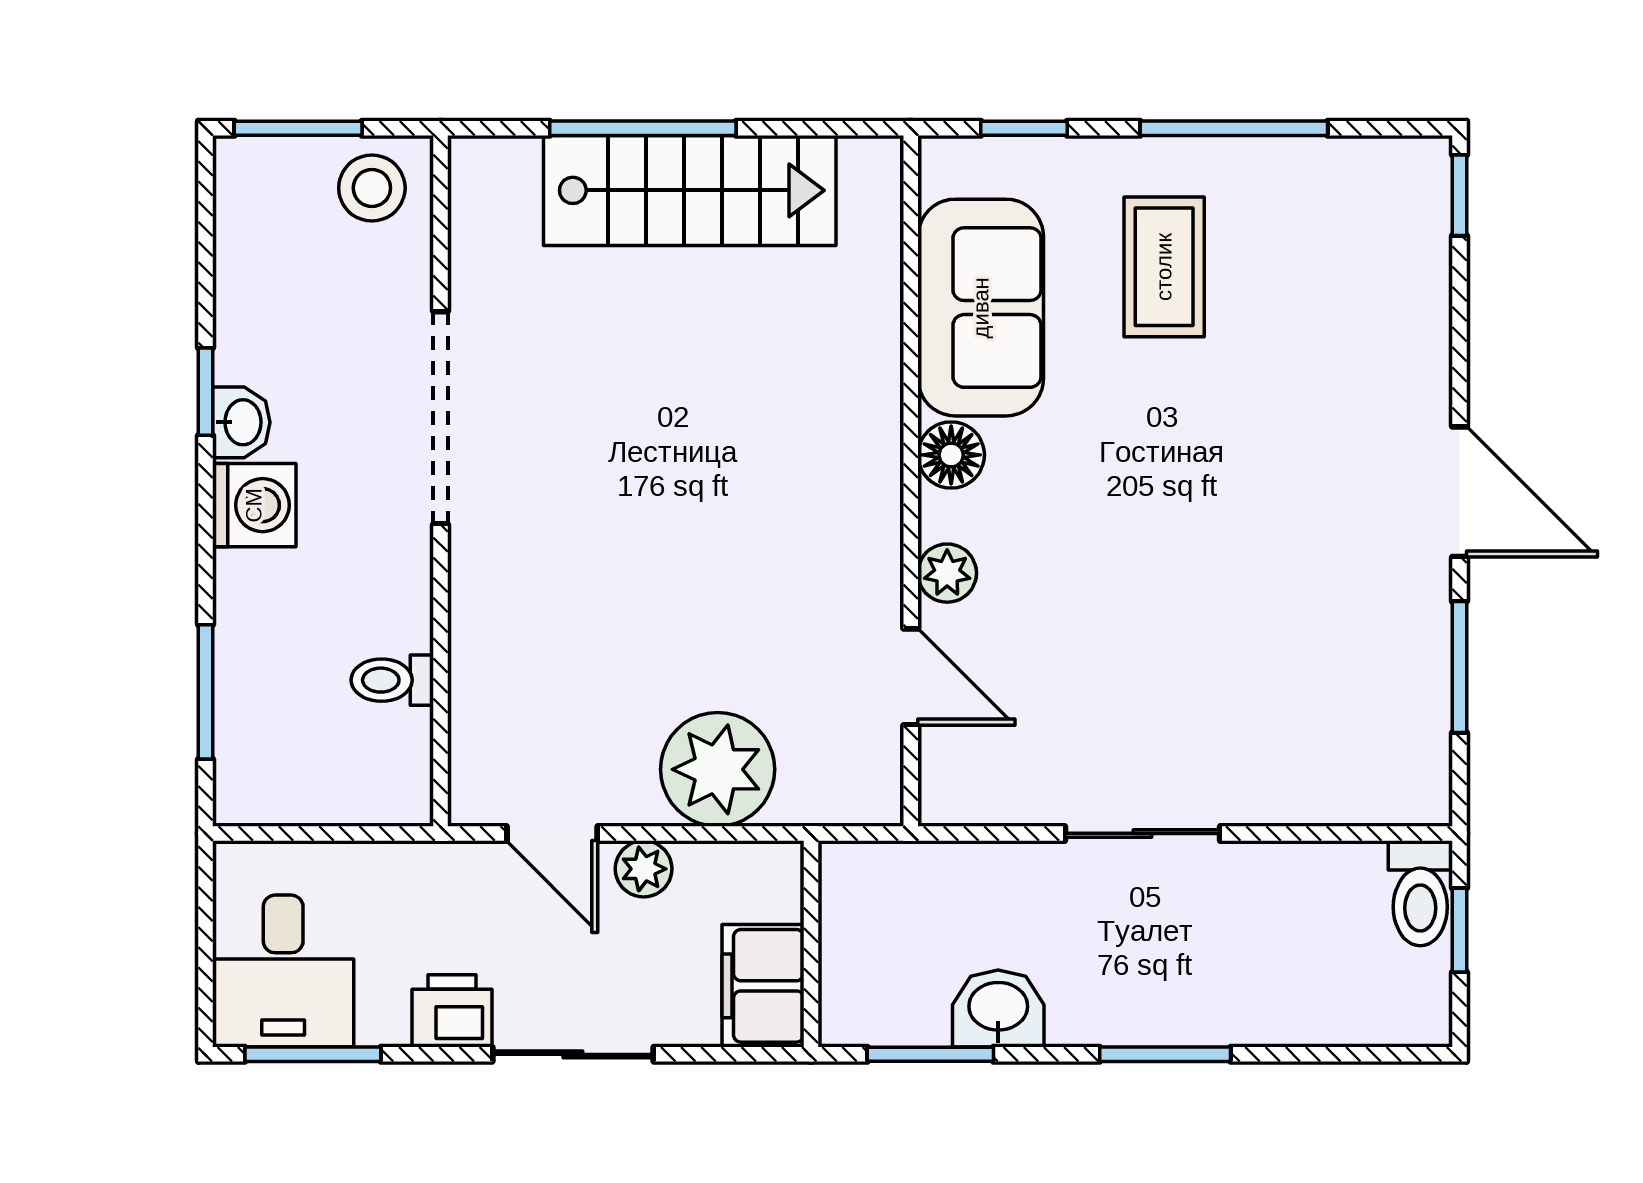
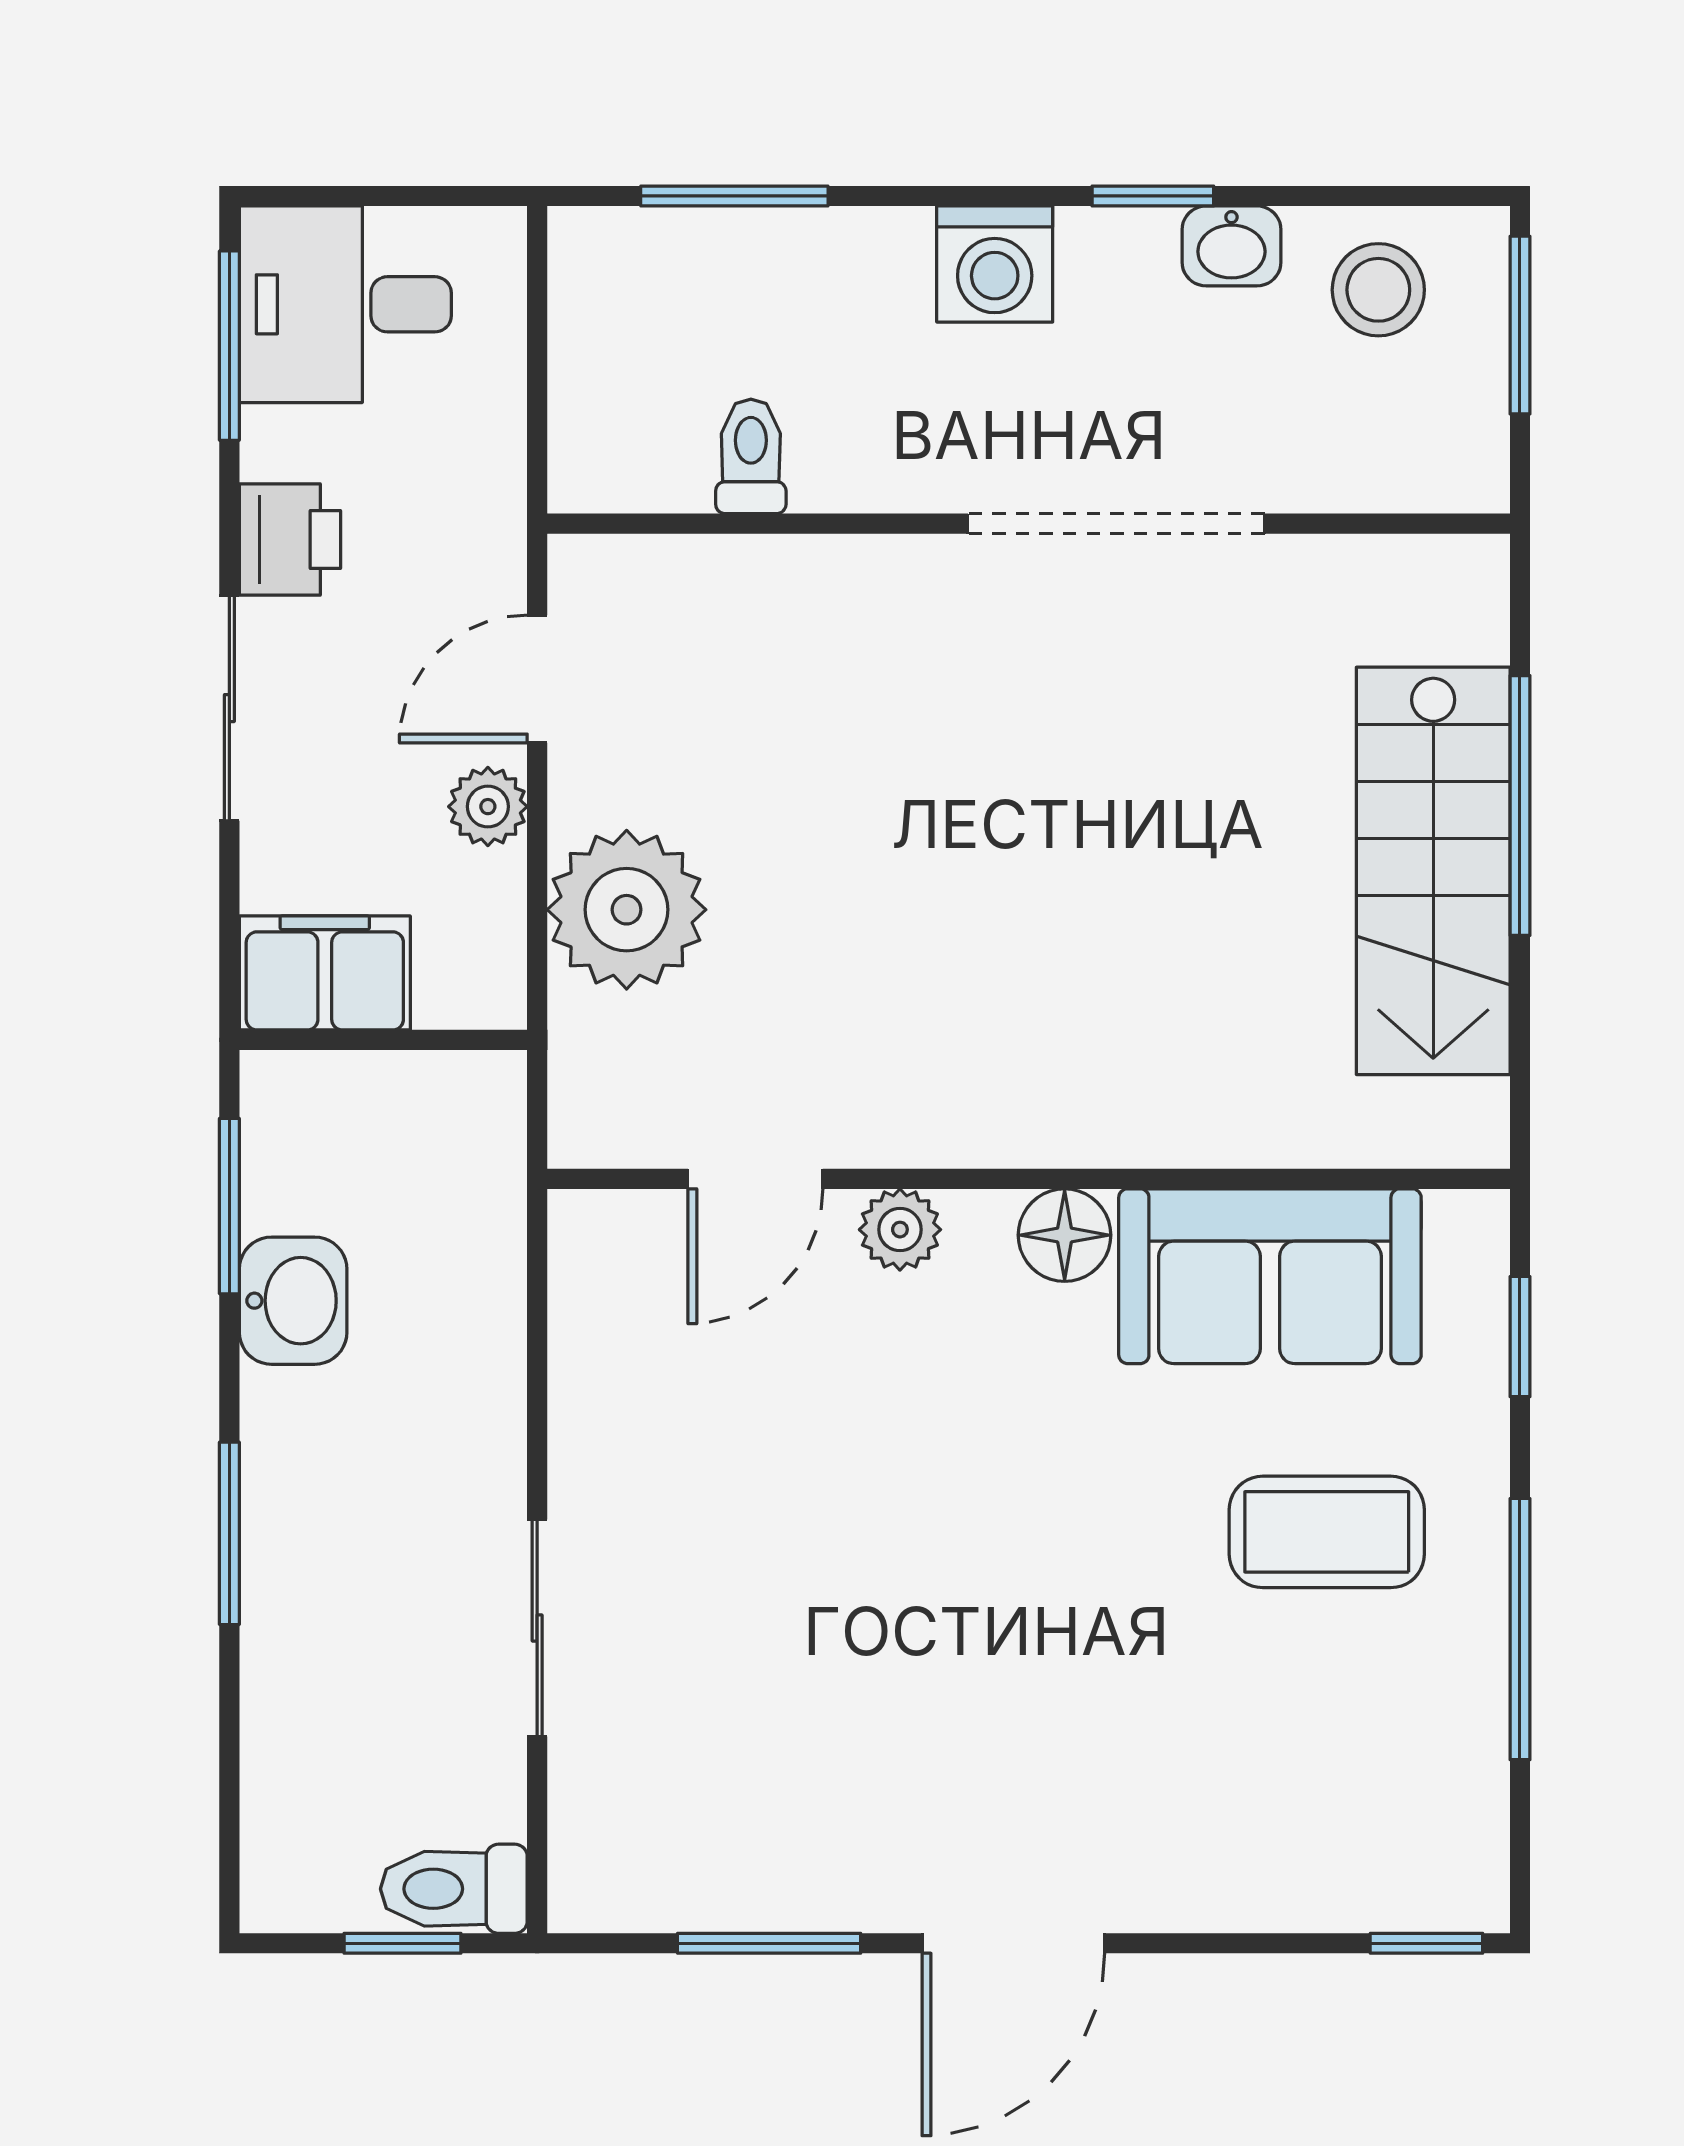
stool: (372, 188) -> (1378, 290), moved
washbasin: (241, 422) -> (1231, 246), moved
sliding door: (1143, 833) -> (537, 1628), moved

